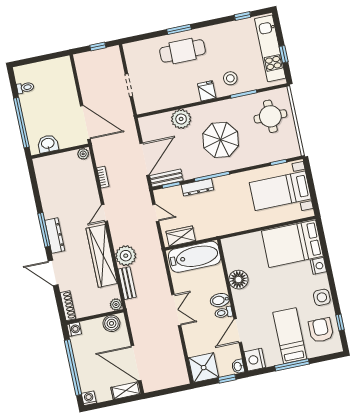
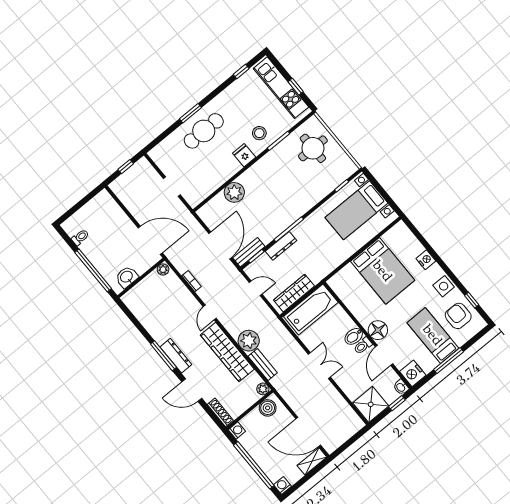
parasol: (221, 140) -> (279, 193), removed
wardrobe: (181, 236) -> (294, 293), width x1.50
bed: (292, 244) -> (383, 271), moved, turned -90
floor lamp: (238, 280) -> (378, 330), moved

